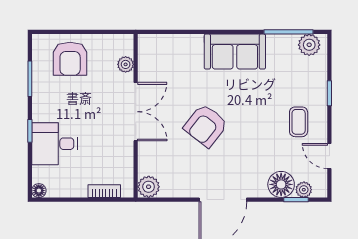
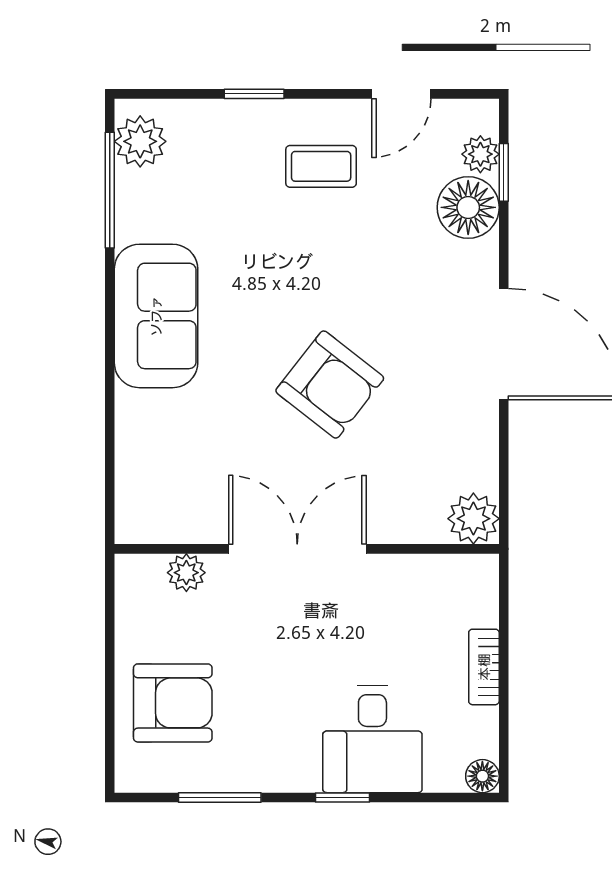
bookcase: (104, 191) -> (484, 667), moved

